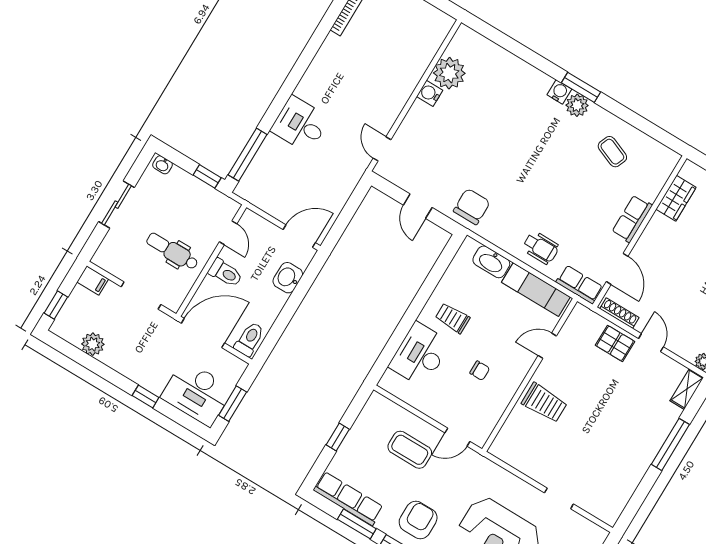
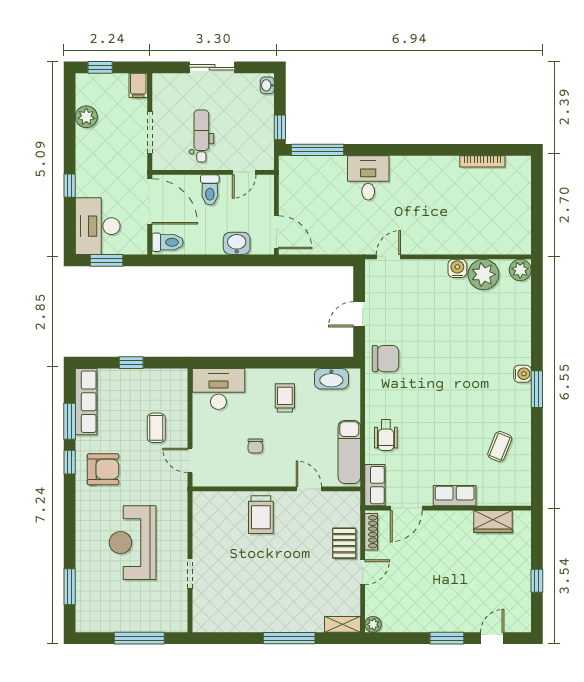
plant: (577, 105) -> (520, 270), moved
washbasin: (491, 262) -> (331, 379), moved, turned -90
desk: (420, 355) -> (218, 389), moved
coffee table: (410, 450) -> (156, 428), width x0.73, depth x0.77

